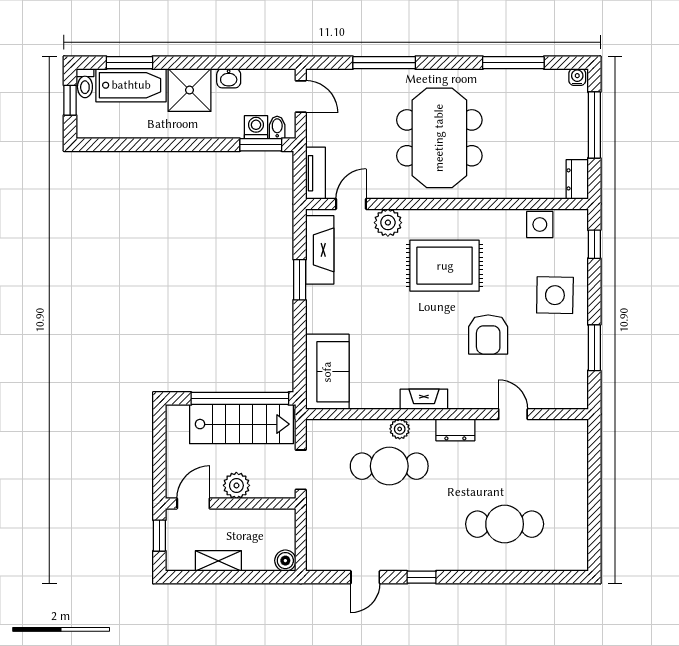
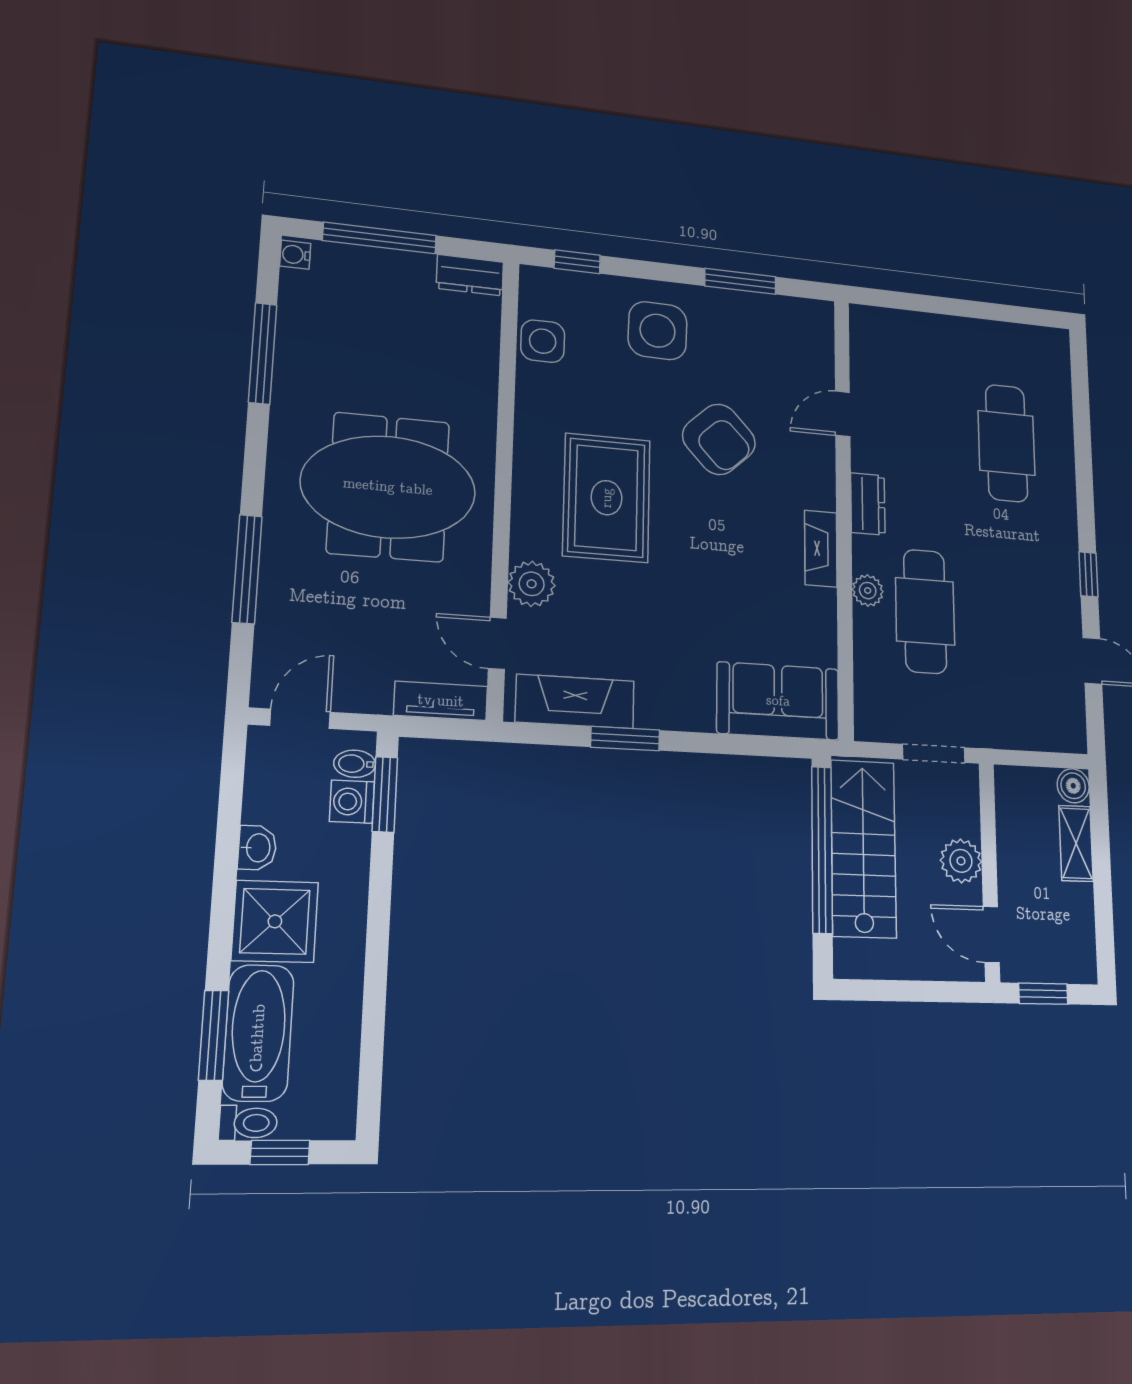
armchair: (488, 334) -> (719, 439), turned 47
shelving: (218, 561) -> (1076, 843), moved

